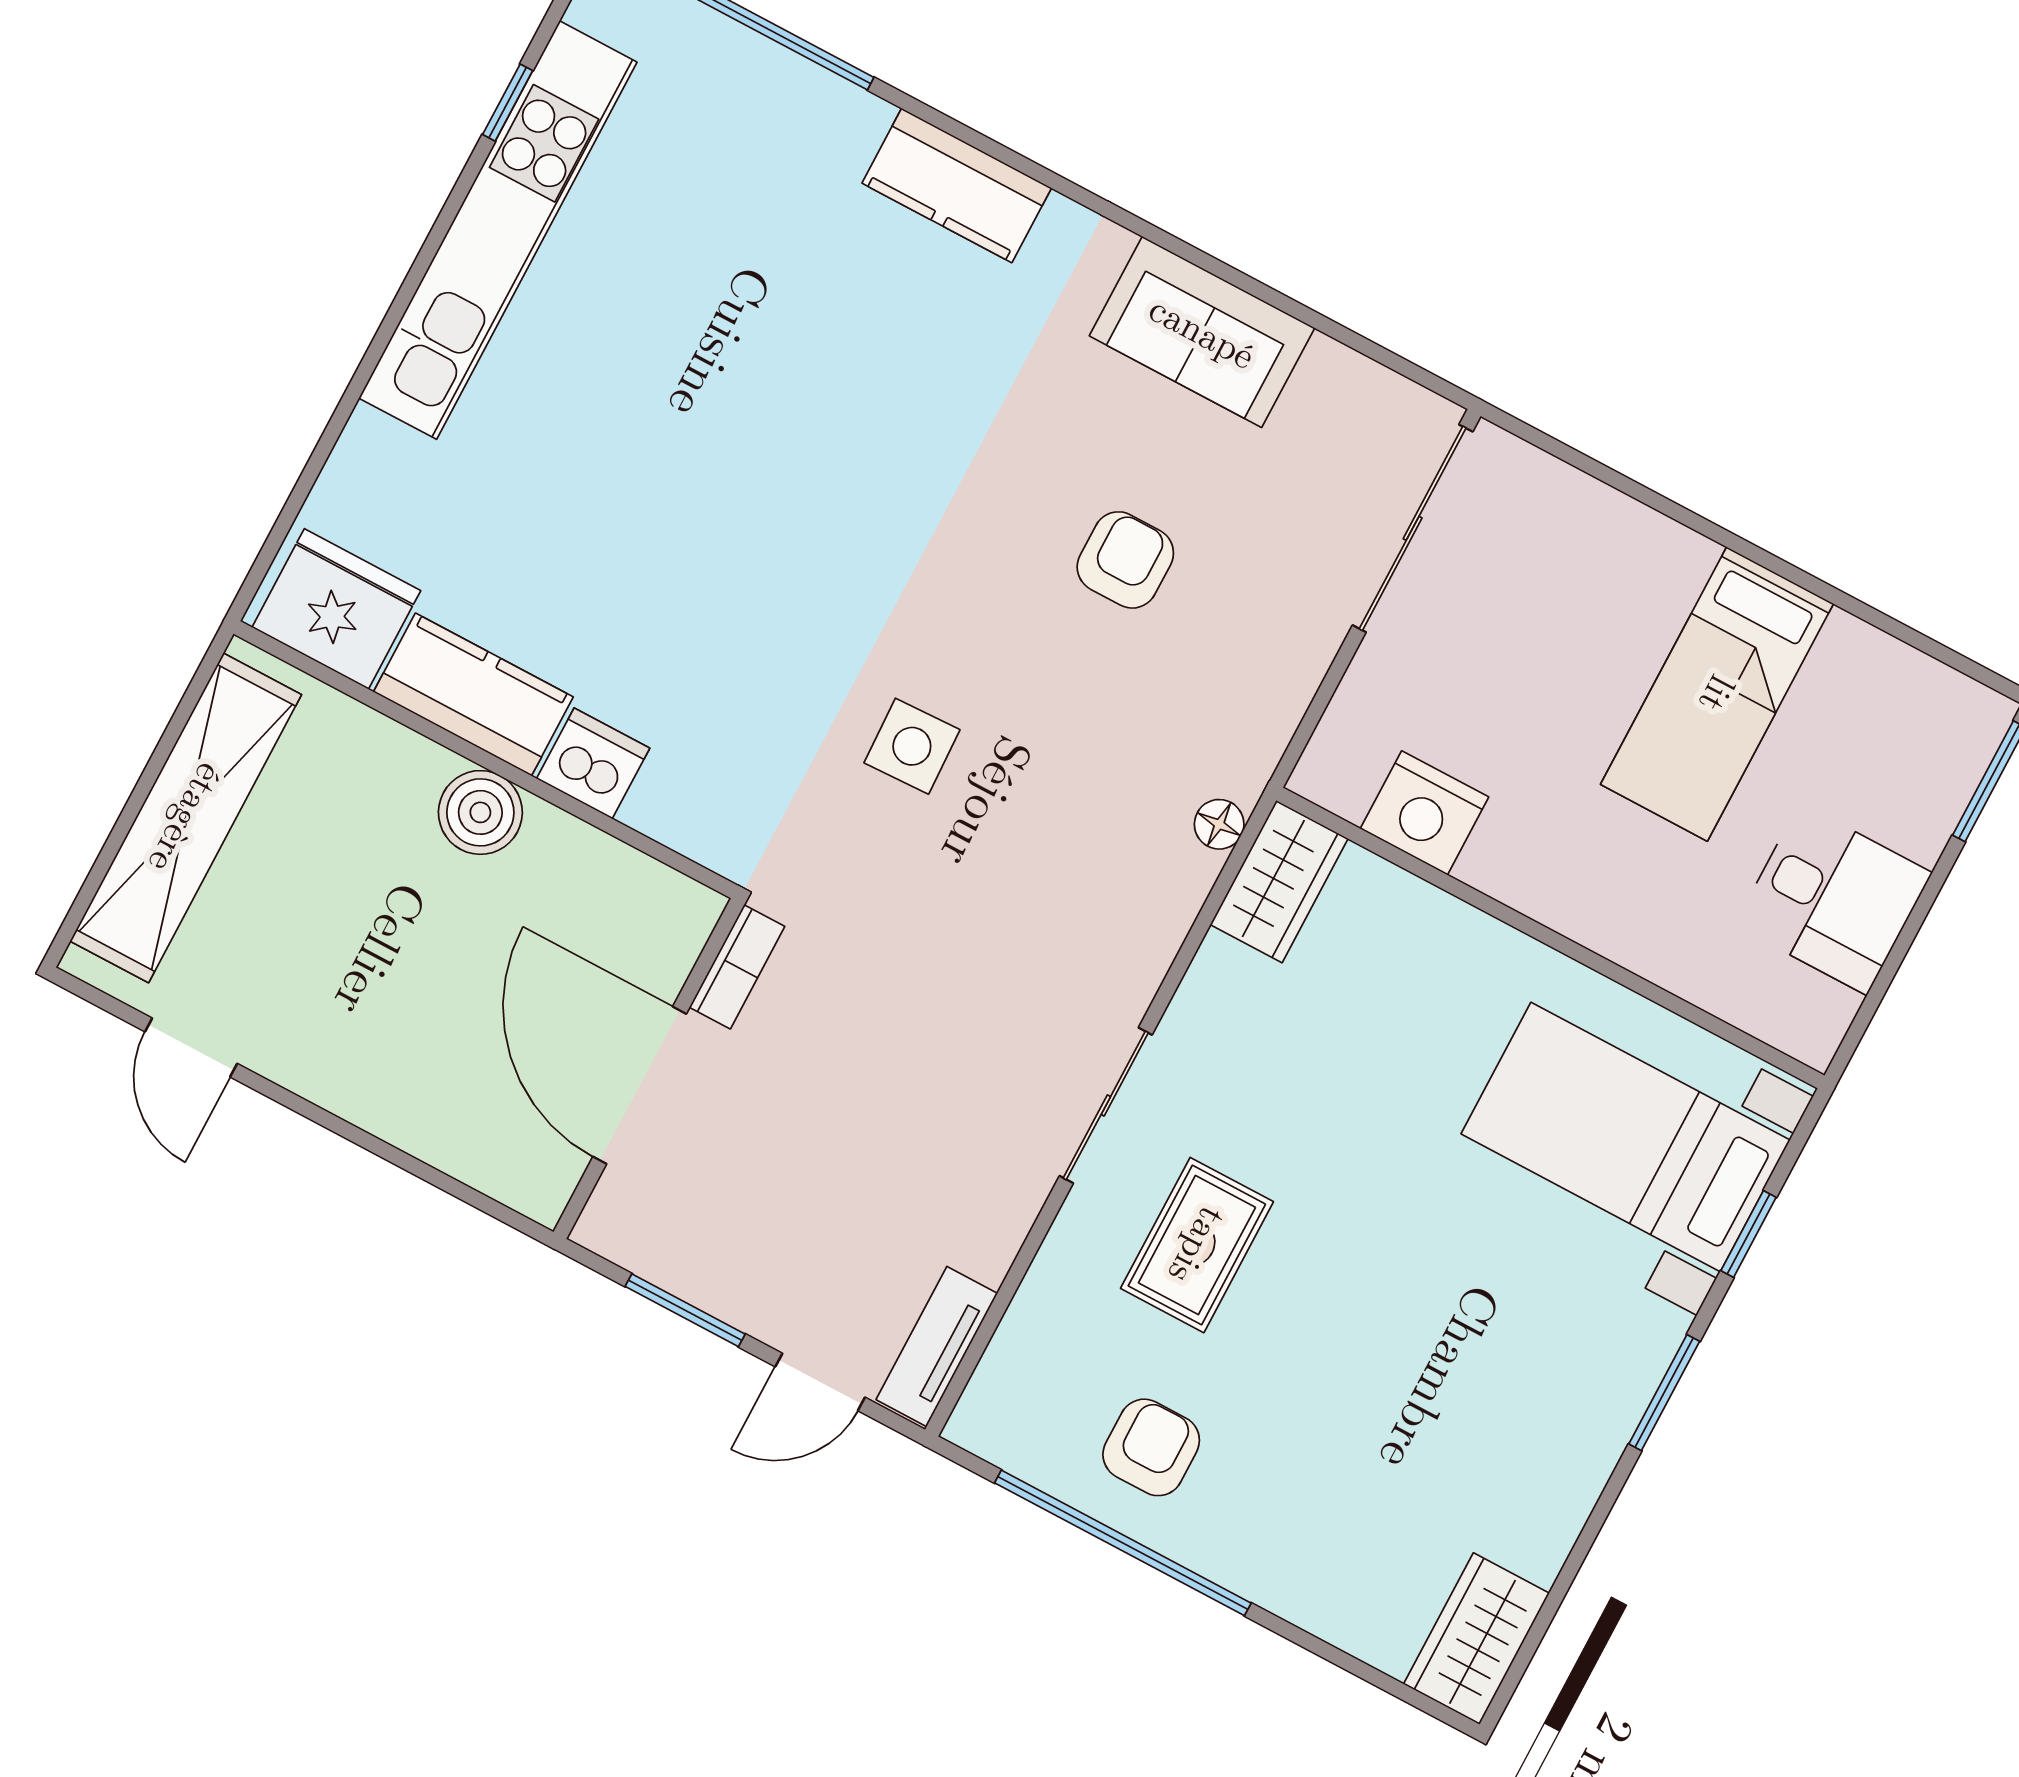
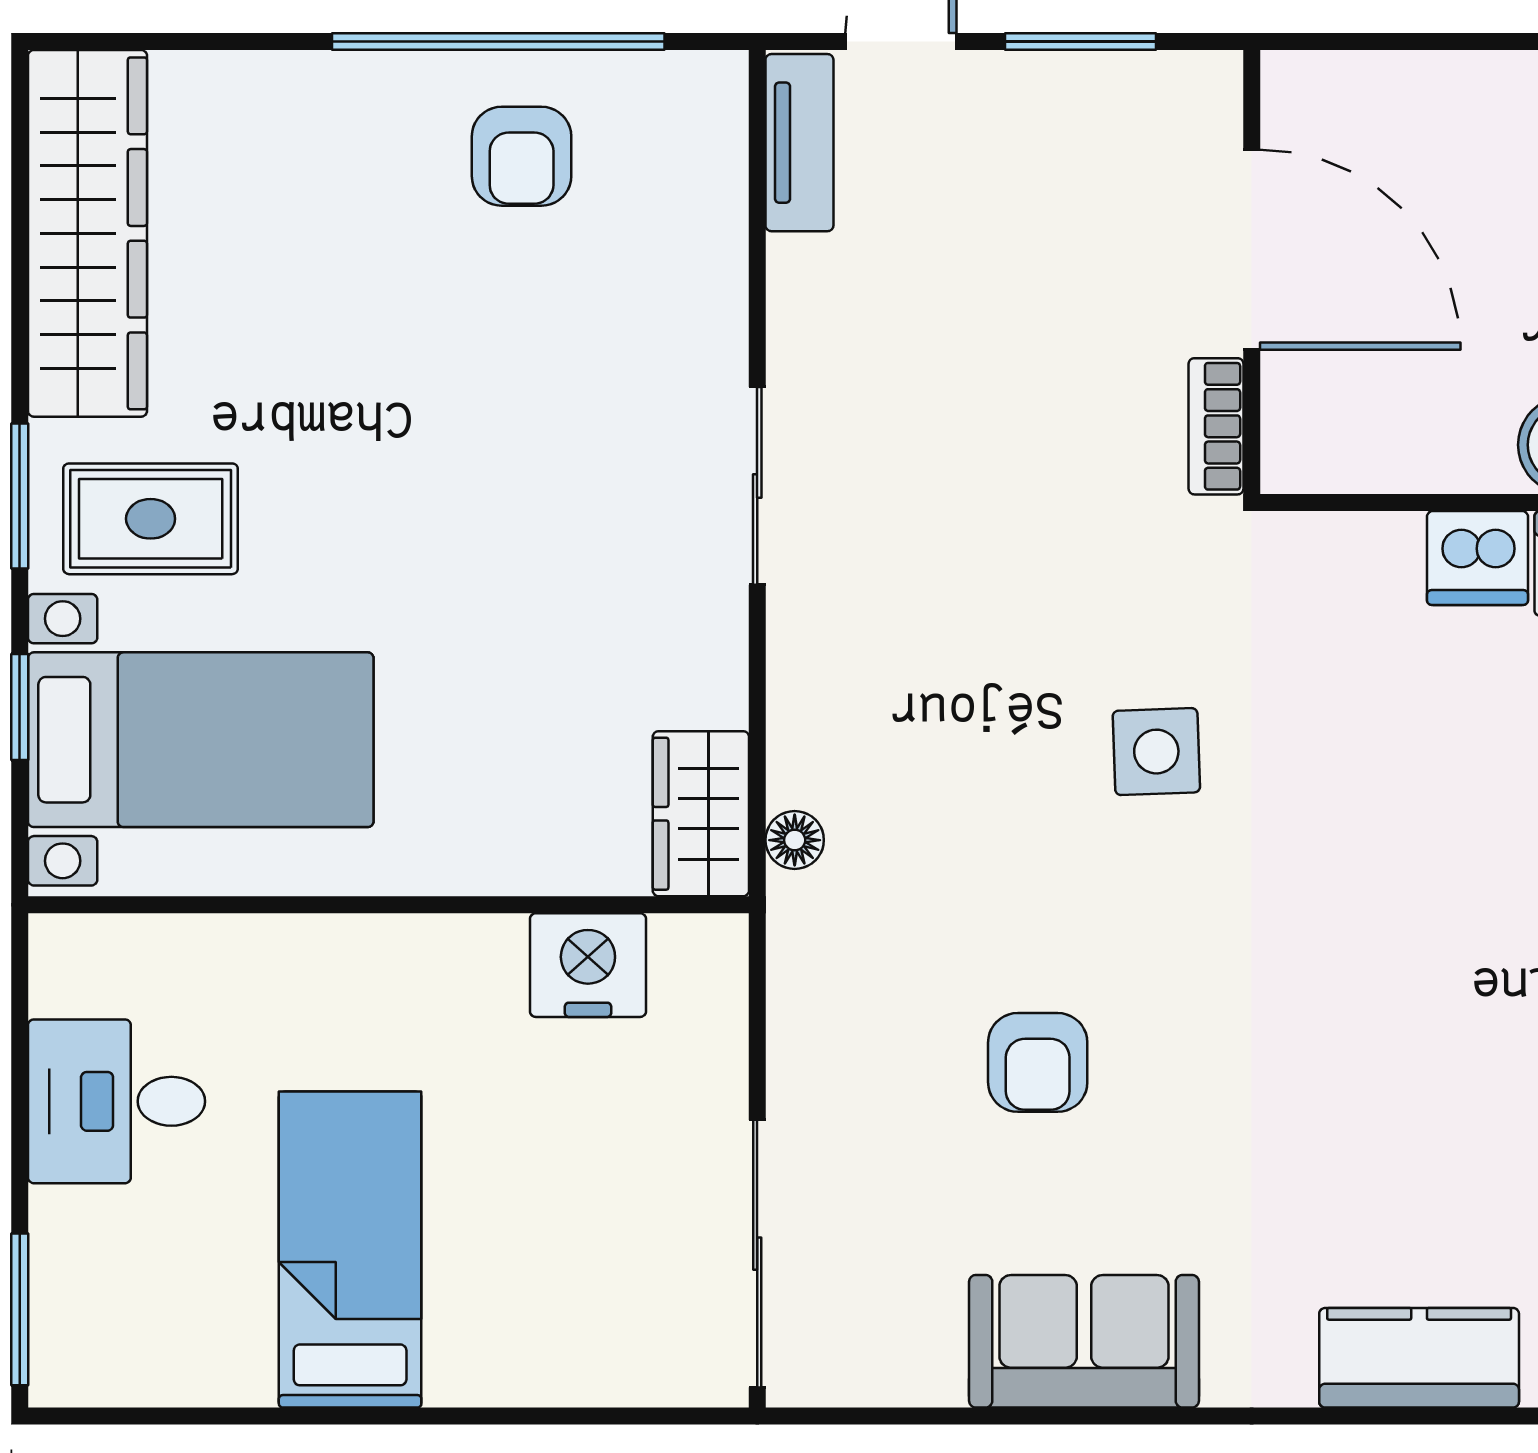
rug: (1197, 1245) -> (151, 519), moved, turned 90
wardrobe: (1476, 1639) -> (87, 233), width x2.10, depth x1.17

